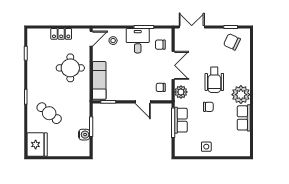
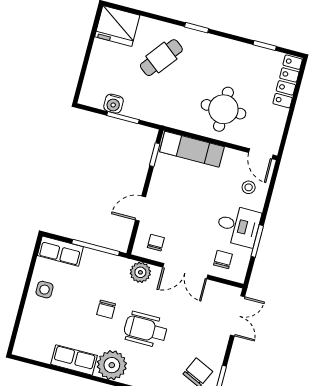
locker: (61, 34) -> (288, 81), moved, width x1.53
row of seats: (181, 120) -> (60, 251), moved

